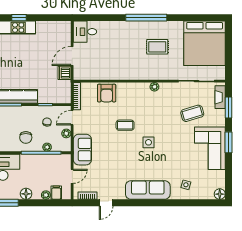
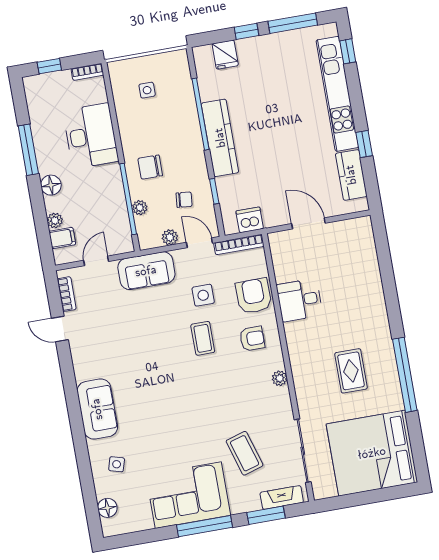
window: (19, 18) -> (364, 144), moved
window: (146, 18) -> (405, 375), moved
kitchen counter: (50, 28) -> (351, 175), added
desk: (85, 32) -> (300, 300), moved, turned -90
dishwasher: (64, 73) -> (250, 220), moved
armchair: (107, 93) -> (254, 296), turned 89
armchair: (130, 98) -> (252, 339), added
side table: (149, 142) -> (203, 295), moved
window: (228, 142) -> (204, 526), width x1.44
door: (72, 176) -> (96, 261), swing flipped
sofa: (148, 190) -> (97, 409), width x0.73
floor lamp: (220, 194) -> (107, 508), moved

